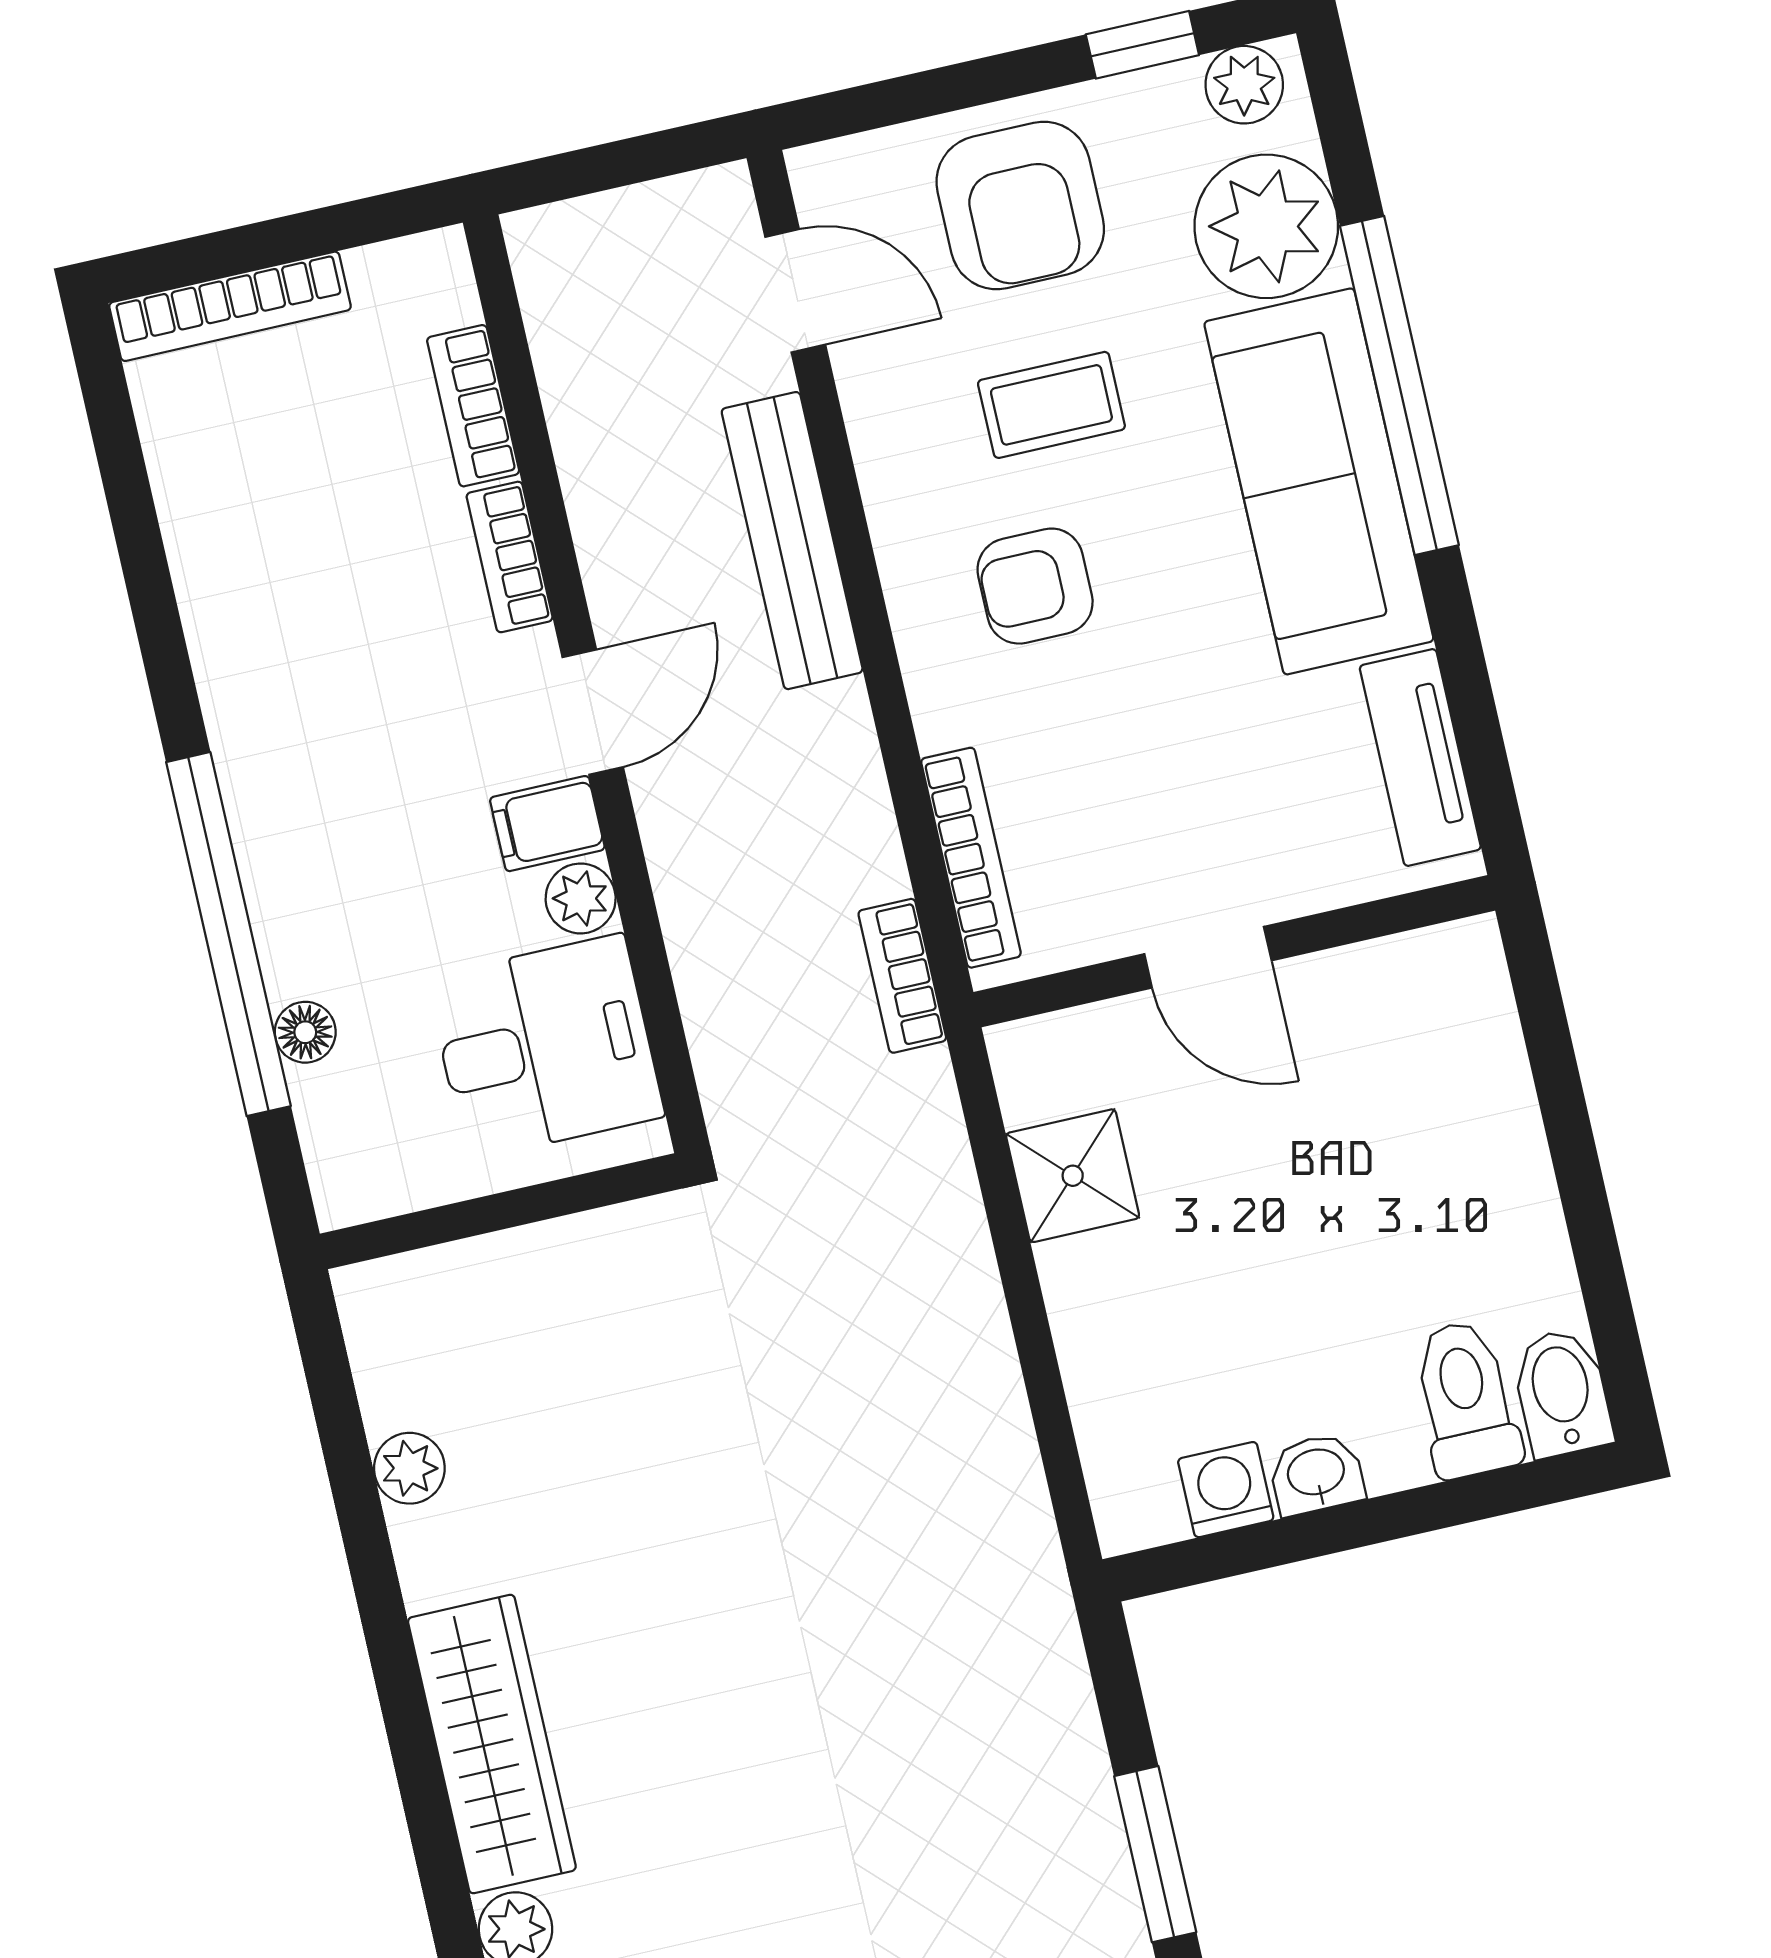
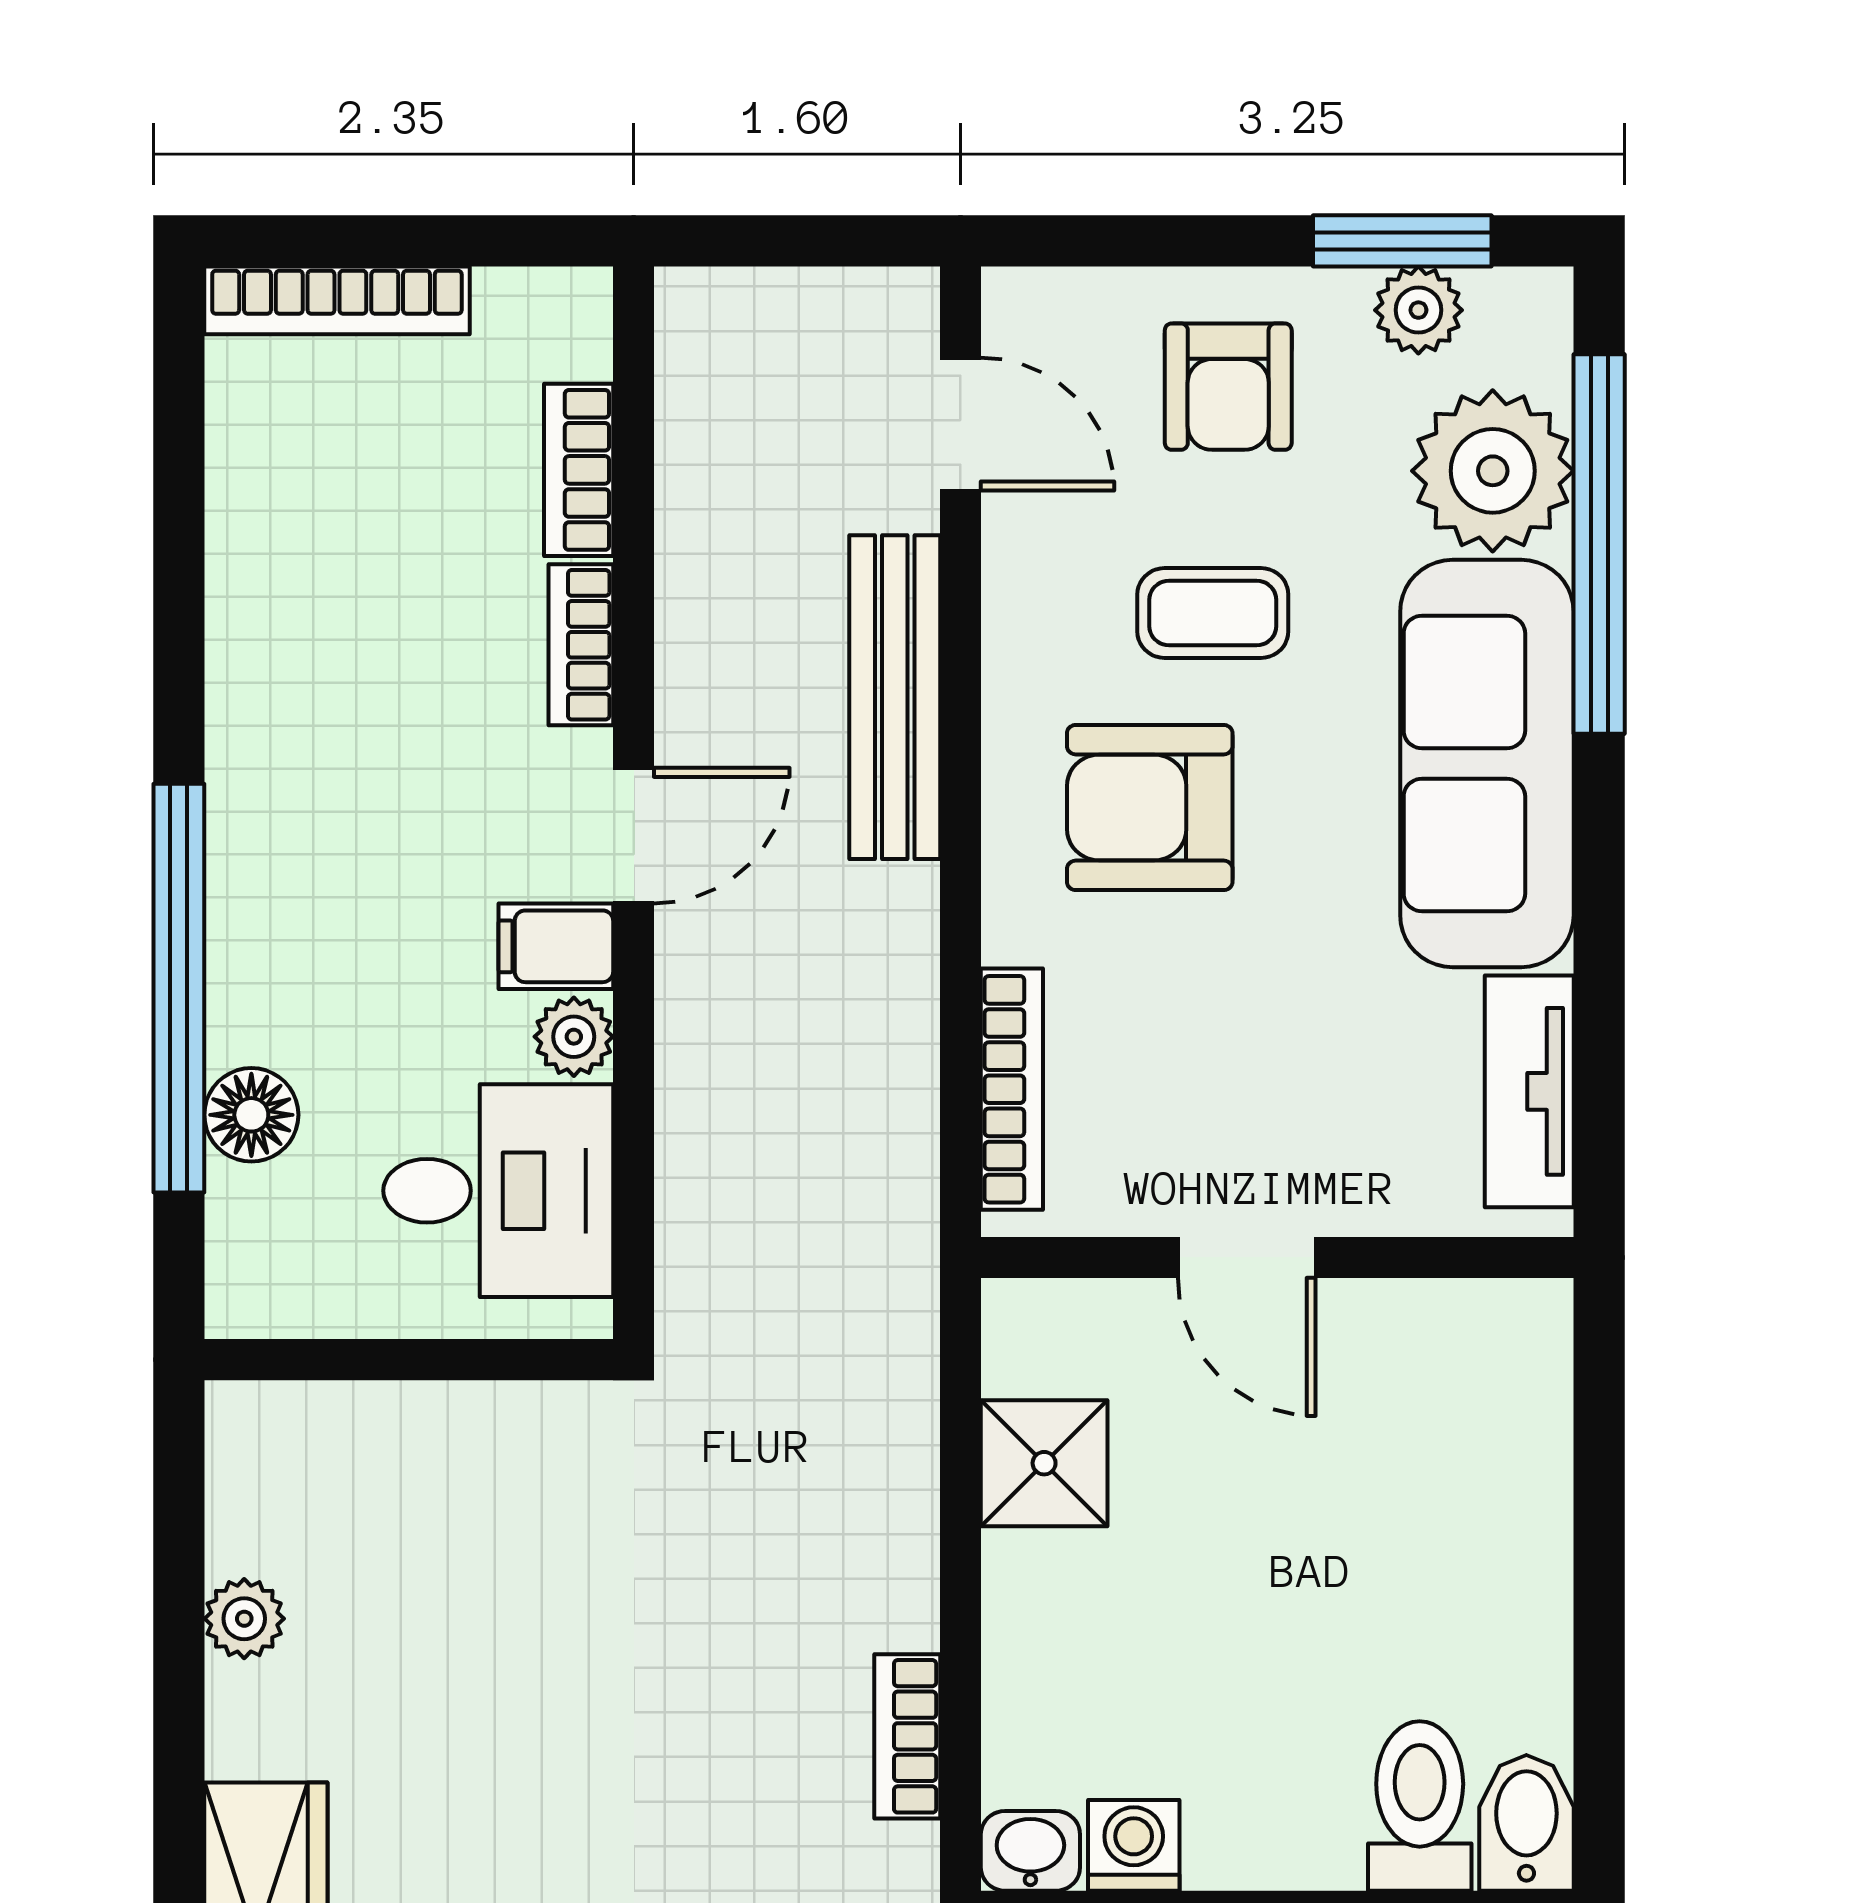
window: (1142, 45) -> (1402, 241), width x1.50
plant: (1244, 85) -> (1418, 310), moved
armchair: (1020, 205) -> (1228, 387), width x0.72, depth x0.72
window: (1399, 385) -> (1599, 544), moved
armchair: (1035, 586) -> (1150, 808), width x1.38, depth x1.38
bookcase: (902, 976) -> (907, 1736), moved
floor lamp: (305, 1032) -> (251, 1115), width x1.37, depth x1.37
washbasin: (1316, 1474) -> (1030, 1851), moved

